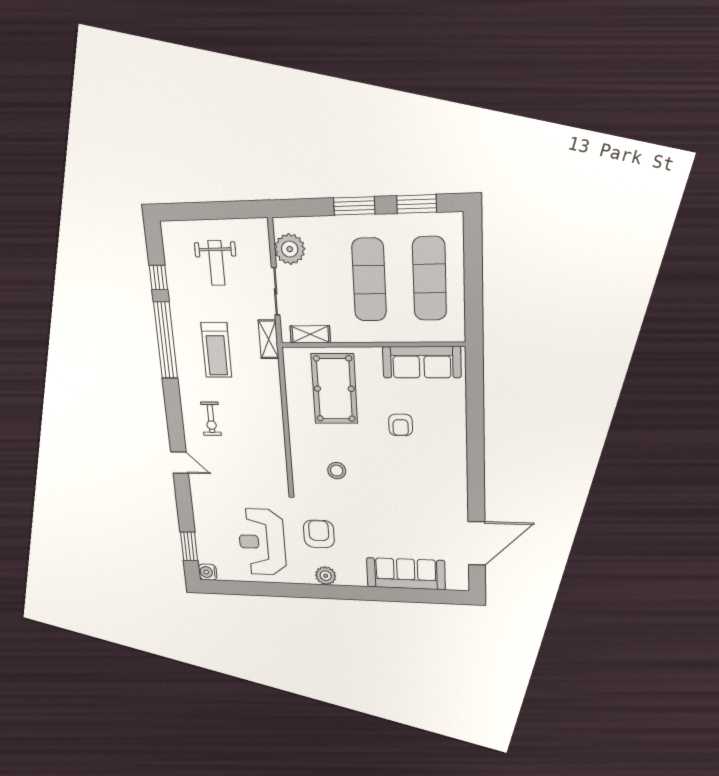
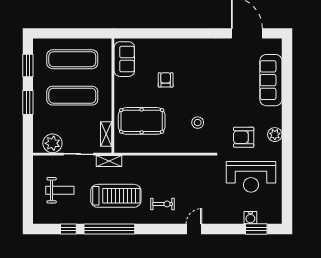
treadmill: (216, 350) -> (116, 196), width x1.37, depth x1.38
sofa: (422, 362) -> (124, 59), width x0.73
armchair: (401, 425) -> (166, 80), turned -90
water cooler: (208, 572) -> (250, 218), moved

